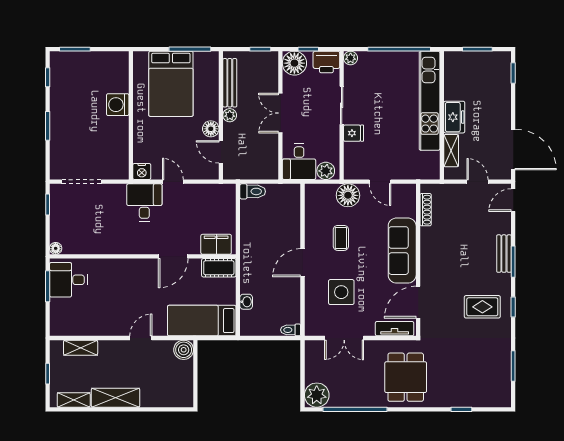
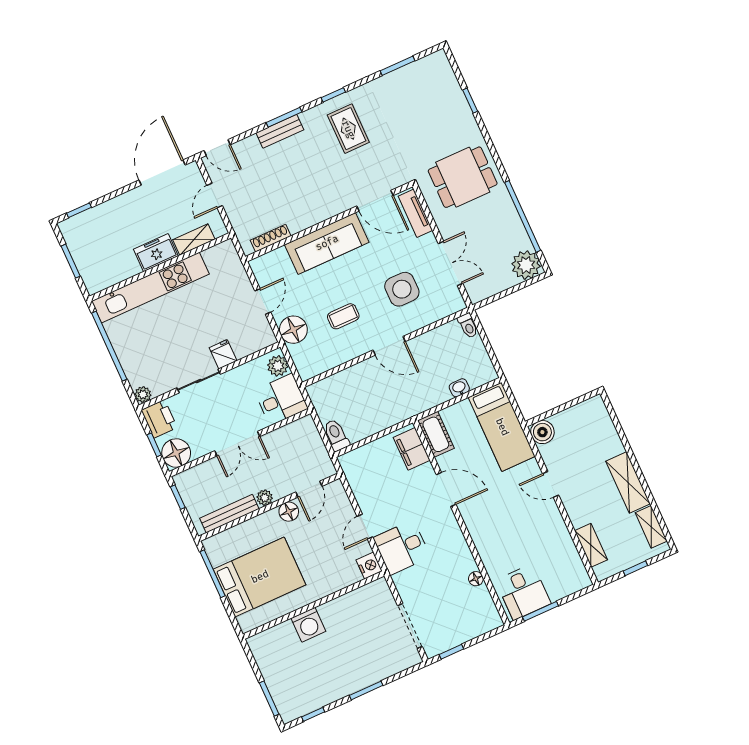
floor lamp: (56, 248) -> (476, 579), moved

